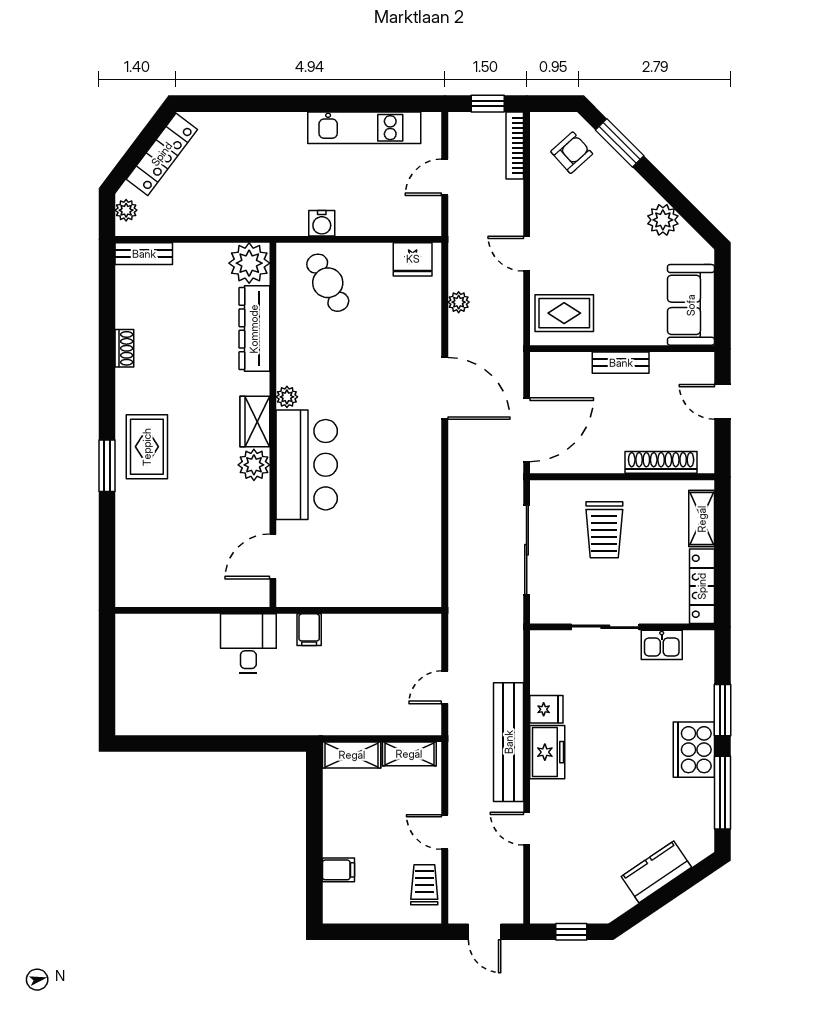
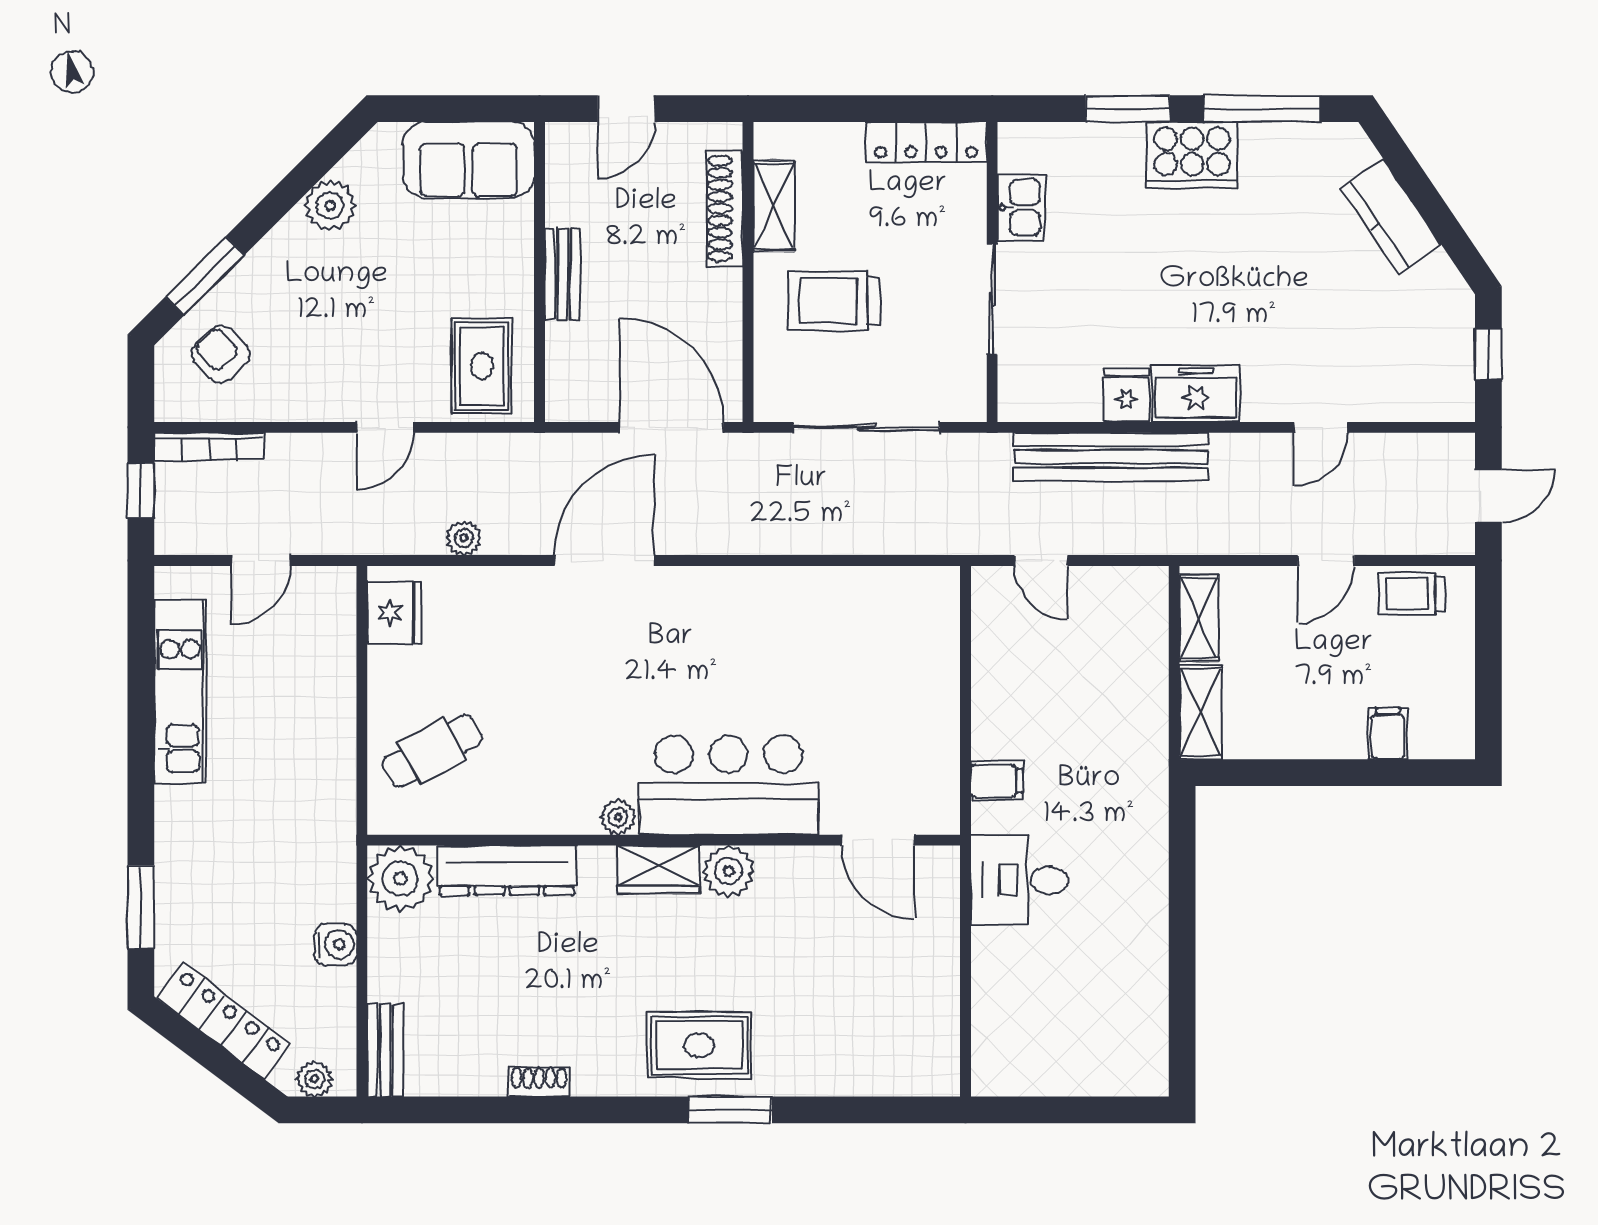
window: (232, 104) -> (141, 907), added
door: (445, 177) -> (261, 560), hinge flipped
water cooler: (322, 223) -> (336, 945), moved
shelving: (702, 519) -> (774, 206), moved, turned 90
trolley: (604, 530) -> (834, 301), turned 180
door: (445, 687) -> (1041, 560), moved
bench: (509, 742) -> (1111, 457), moved

